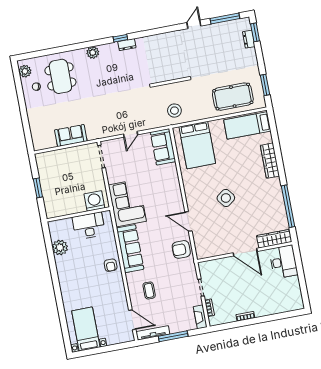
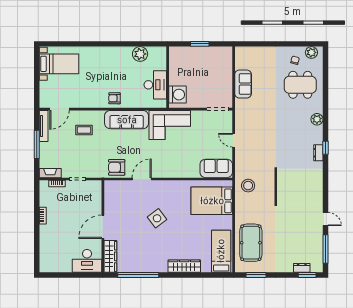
armchair: (181, 249) -> (117, 167), turned -90

